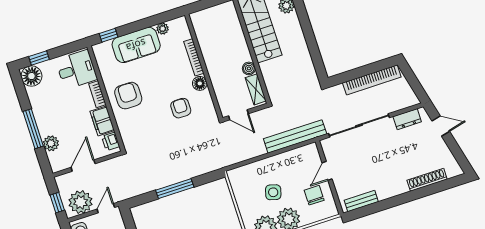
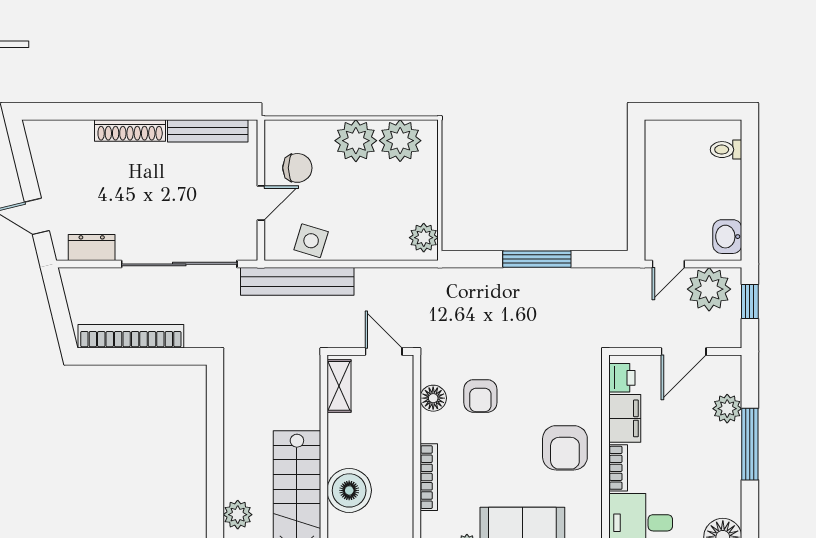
boiler: (249, 68) -> (349, 490), moved, width x1.86, depth x1.86
floor lamp: (200, 83) -> (433, 398), moved
plant: (237, 180) -> (424, 238), added
shoe rack: (427, 180) -> (130, 131), moved
side table: (273, 192) -> (311, 241), moved
chair: (314, 195) -> (297, 168), turned -90
bench: (361, 201) -> (208, 131), width x1.36

